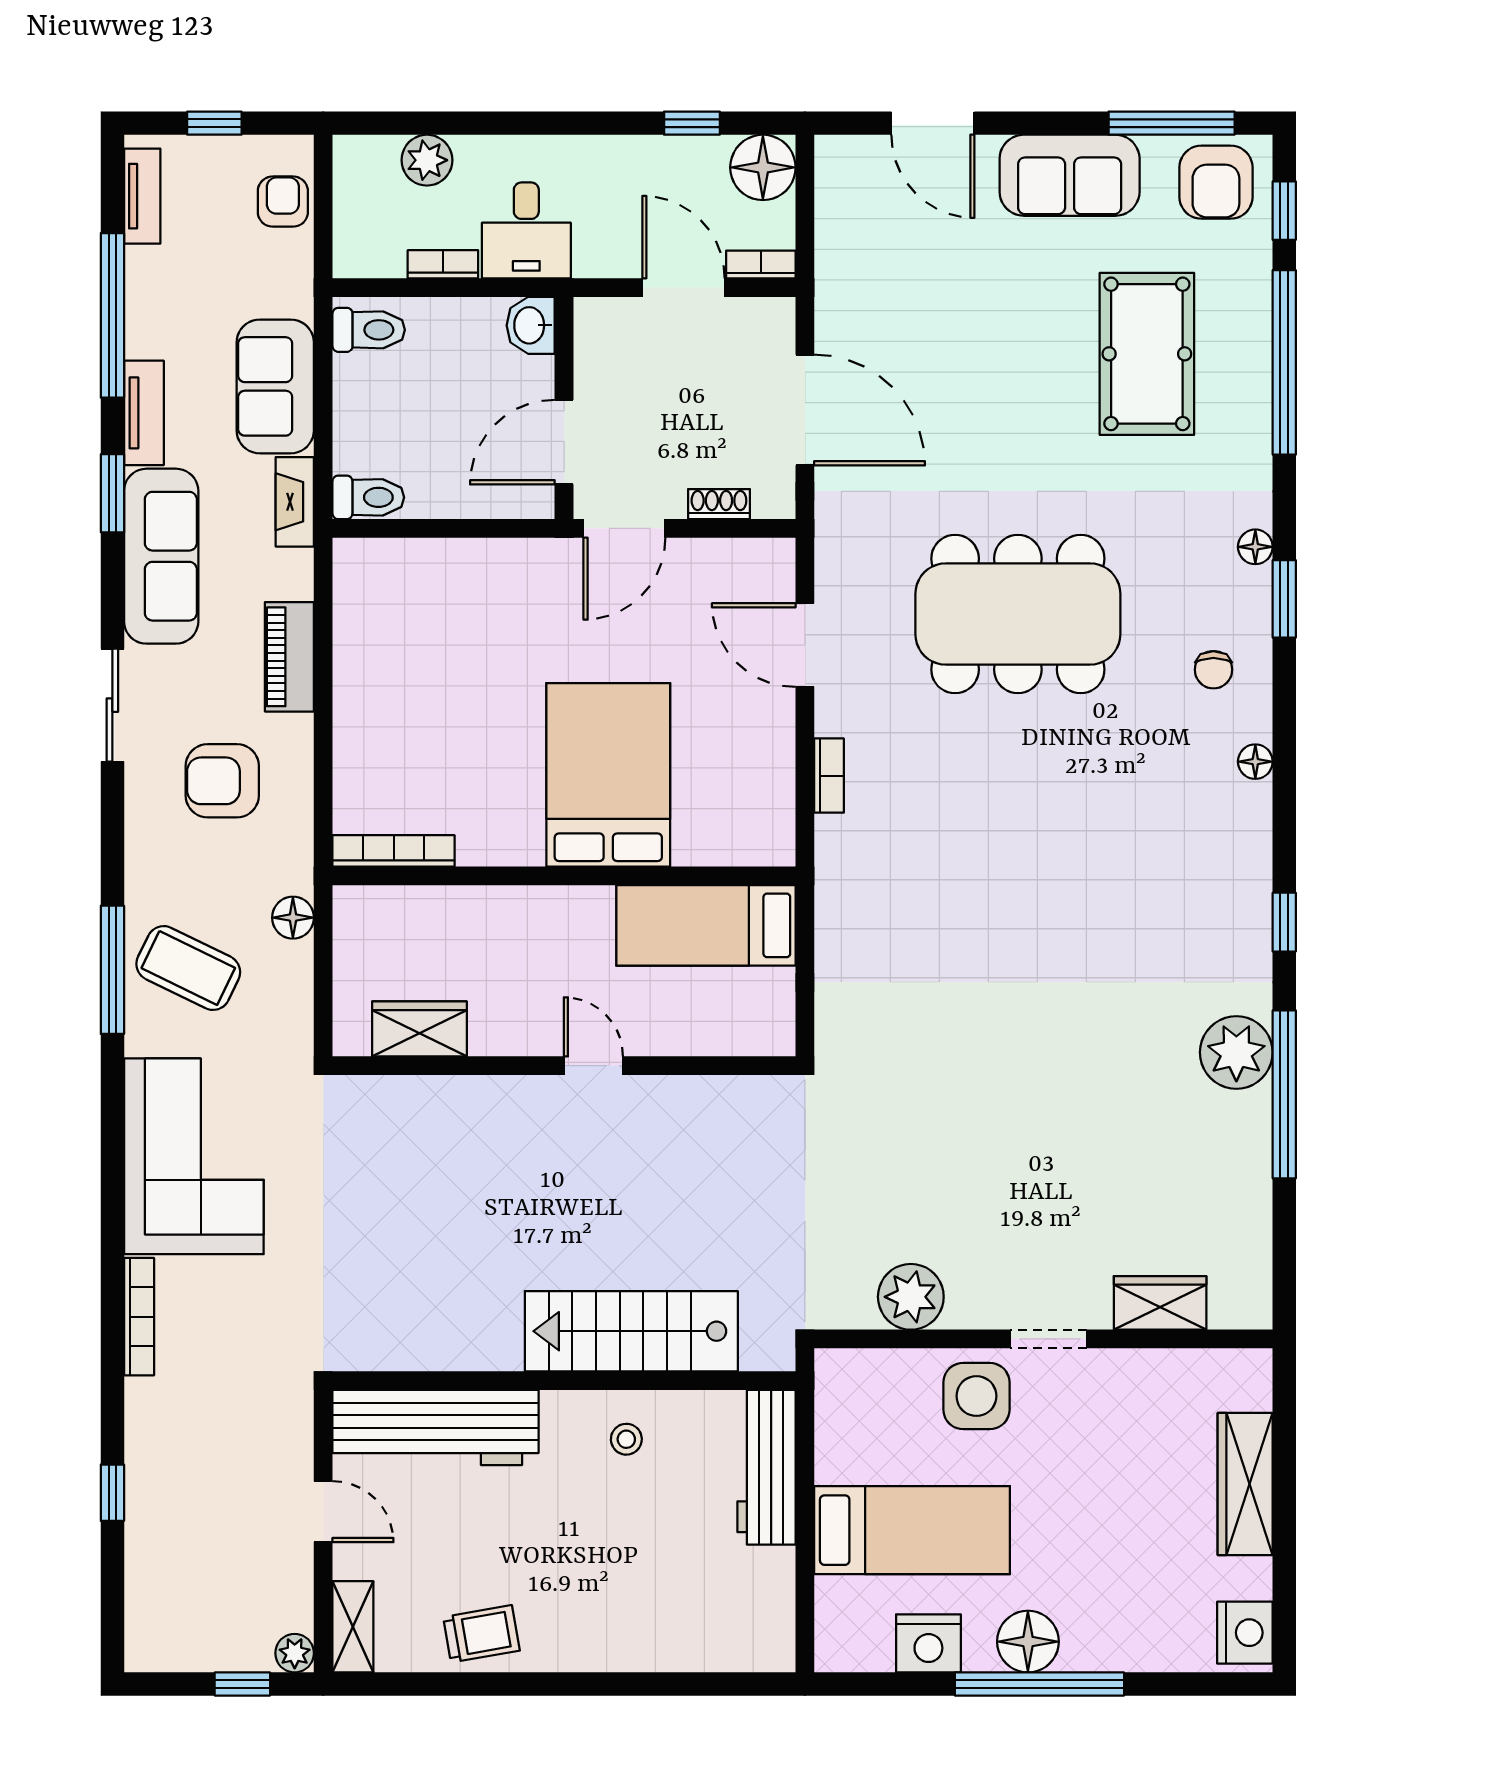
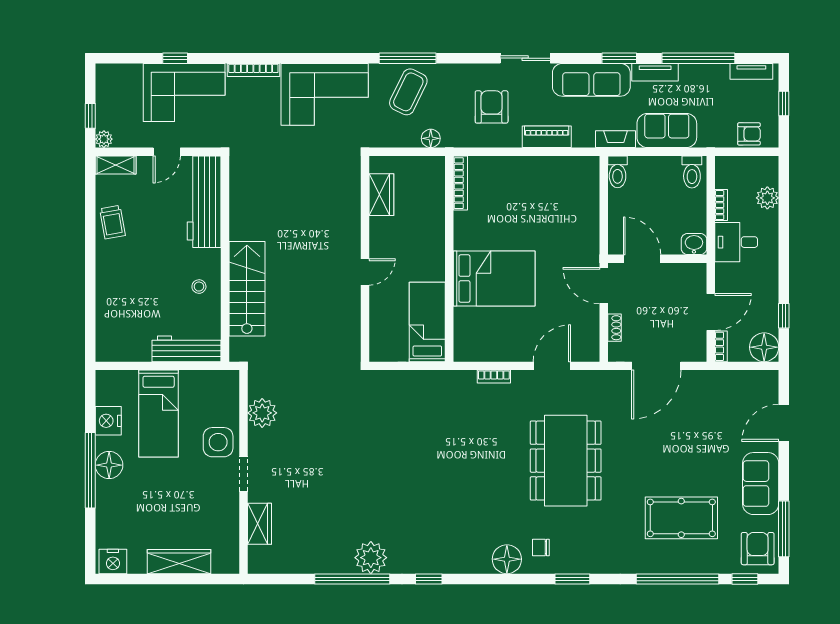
armchair: (1216, 182) -> (758, 549), turned 90
floor lamp: (1255, 547) -> (596, 566), removed
floor lamp: (1255, 762) -> (507, 559), width x1.89, depth x1.89
corner sofa: (189, 1473) -> (184, 92), added

